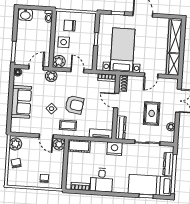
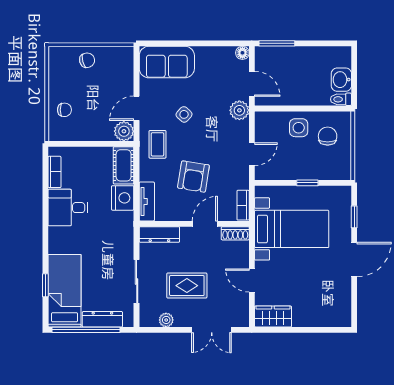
washbasin: (25, 15) -> (341, 80), moved
wardrobe: (175, 36) -> (321, 316), removed
plant: (59, 61) -> (265, 122), removed
sofa: (21, 102) -> (167, 62), moved
armchair: (74, 105) -> (193, 177), moved
plant: (15, 144) -> (120, 57), removed
nightstand: (115, 149) -> (123, 198), moved

